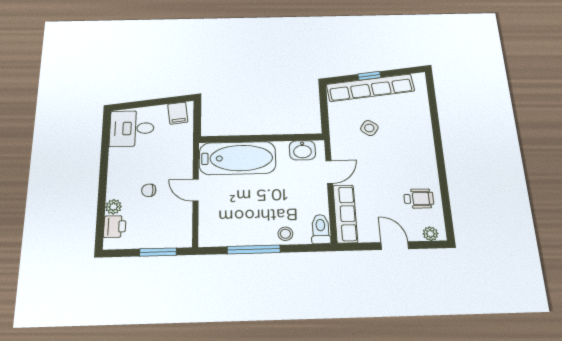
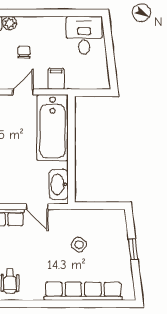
row of seats: (370, 88) -> (83, 291), moved, turned 97
filing cabinet: (178, 113) -> (56, 79), moved, turned 97
washbasin: (302, 150) -> (59, 184), width x1.38

